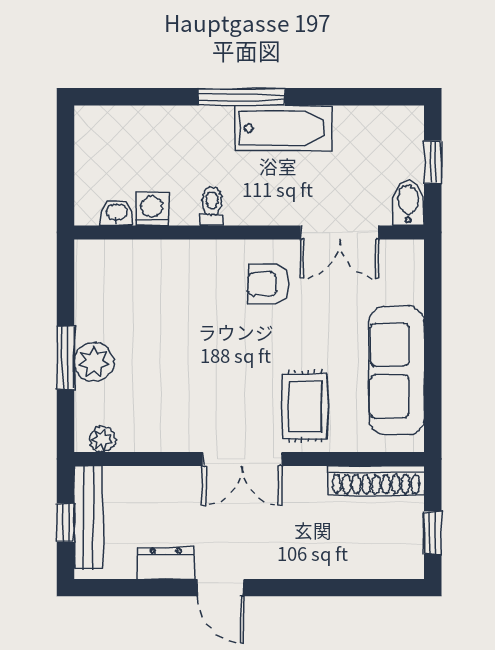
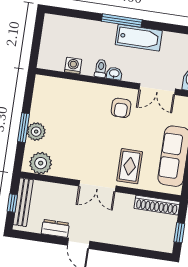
washbasin: (117, 213) -> (114, 74), moved
armchair: (268, 284) -> (121, 108), turned -90
plant: (102, 439) -> (41, 163), width x1.88, depth x1.88

